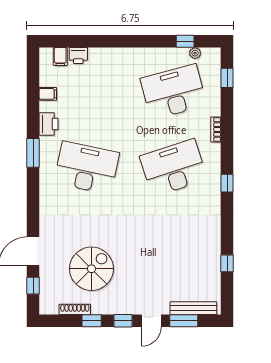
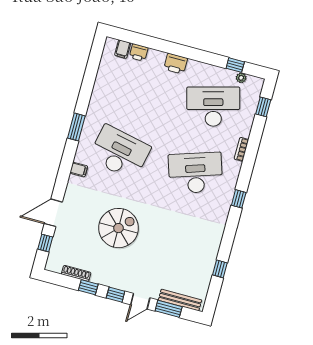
filing cabinet: (48, 94) -> (79, 170), moved
printer: (49, 124) -> (176, 64), moved, turned 90
spiral stairs: (91, 269) -> (119, 228), moved

